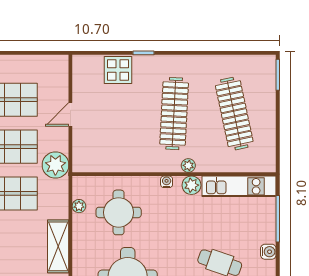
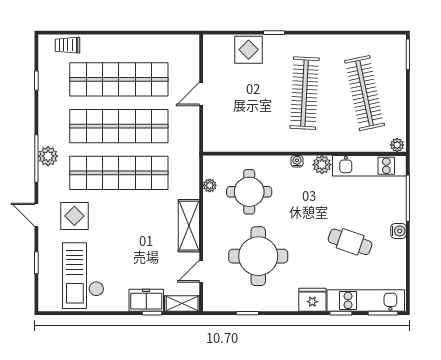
plant: (55, 165) -> (186, 144), removed
plant: (188, 165) -> (397, 145), moved

